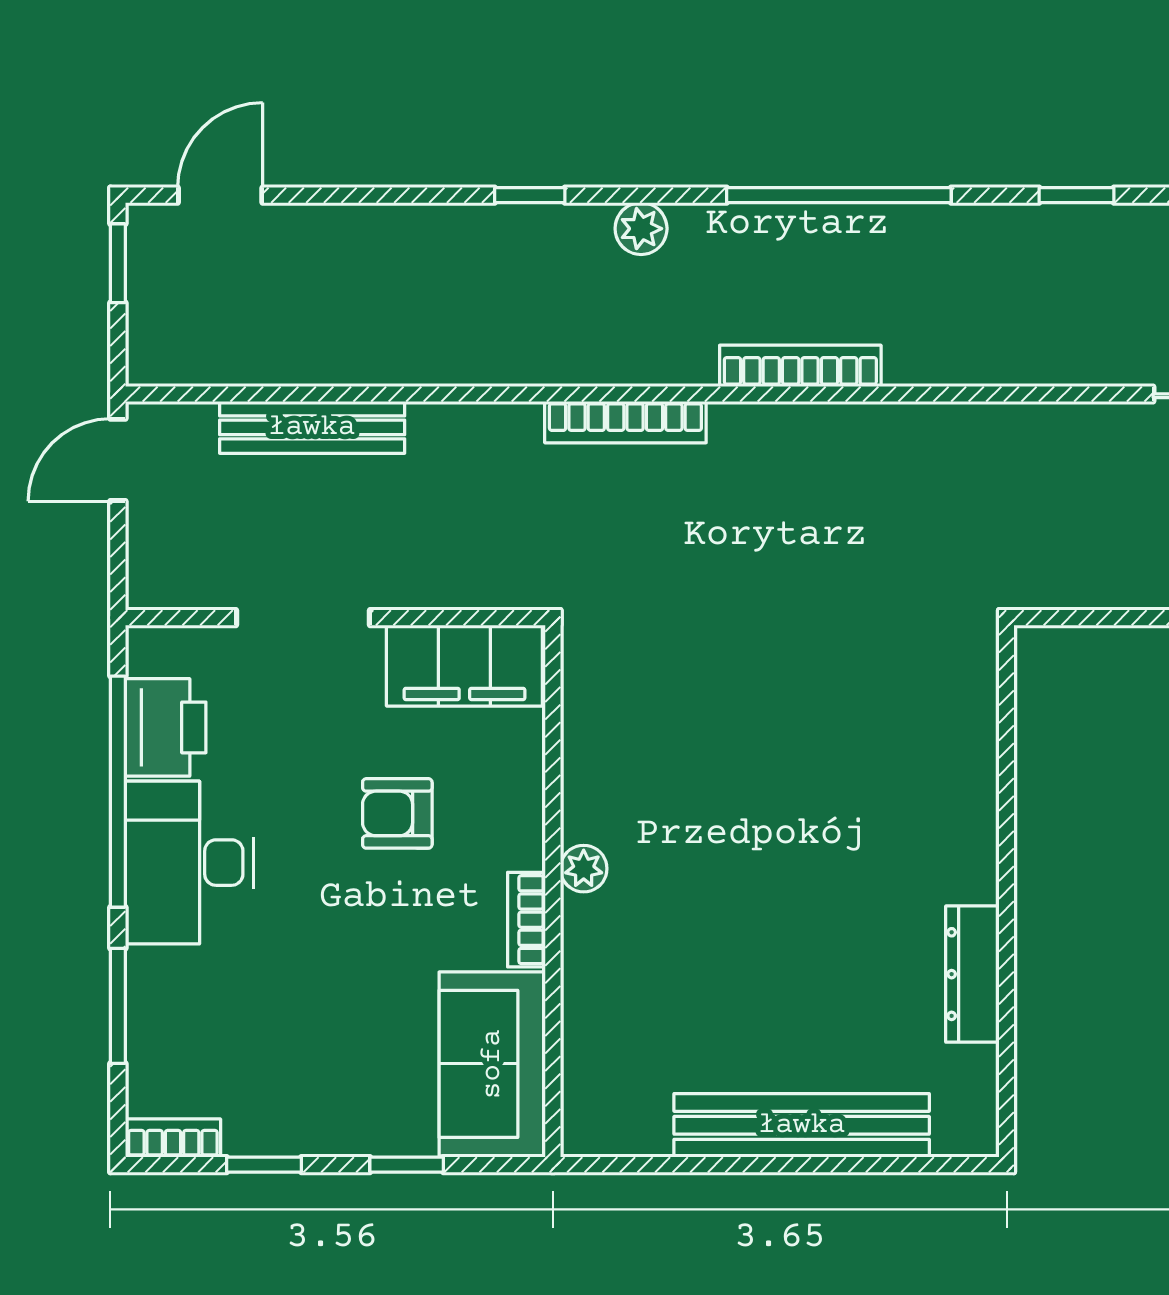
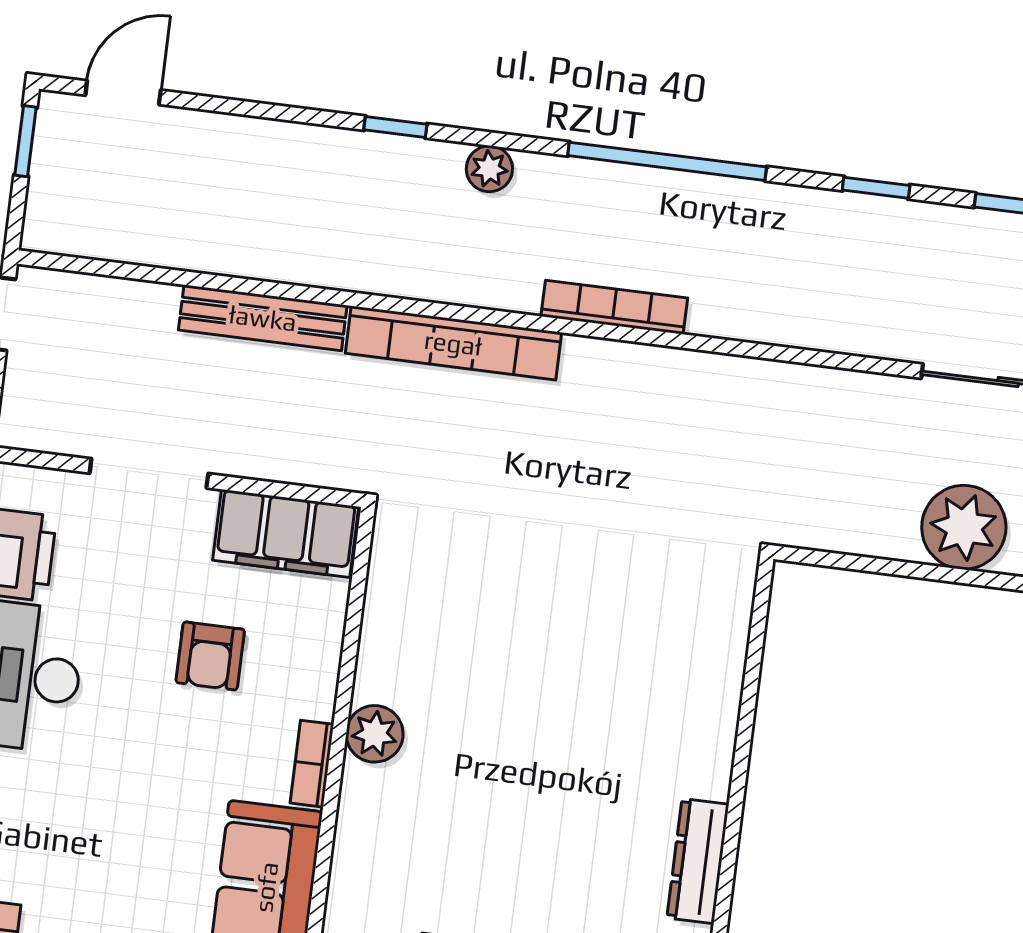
bookcase: (625, 422) -> (453, 343), width x1.48, depth x1.31
bench: (312, 427) -> (263, 318), moved
armchair: (397, 813) -> (210, 656), turned -90
plant: (584, 869) -> (375, 734), width x1.38, depth x1.38

